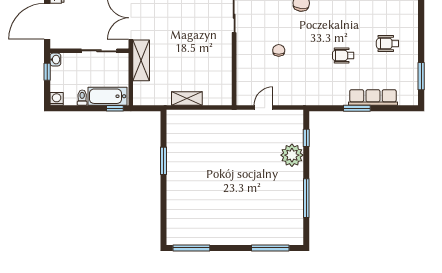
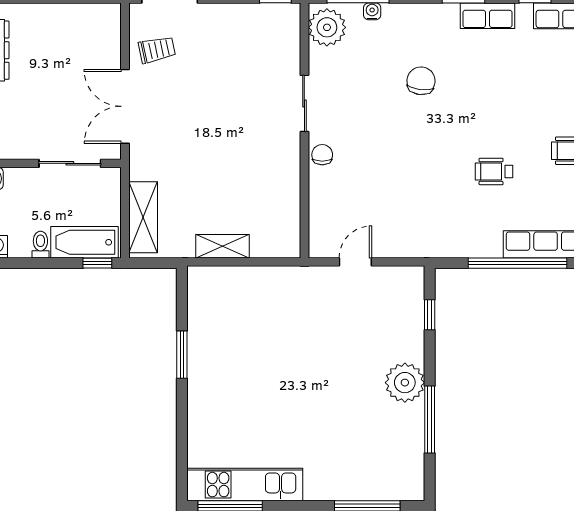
chair: (279, 50) -> (322, 155), moved
shelving: (141, 60) -> (143, 217), moved
window: (357, 108) -> (518, 263), width x2.11
plant: (292, 155) -> (405, 383), moved
kitchen unit: (200, 236) -> (245, 485), added

